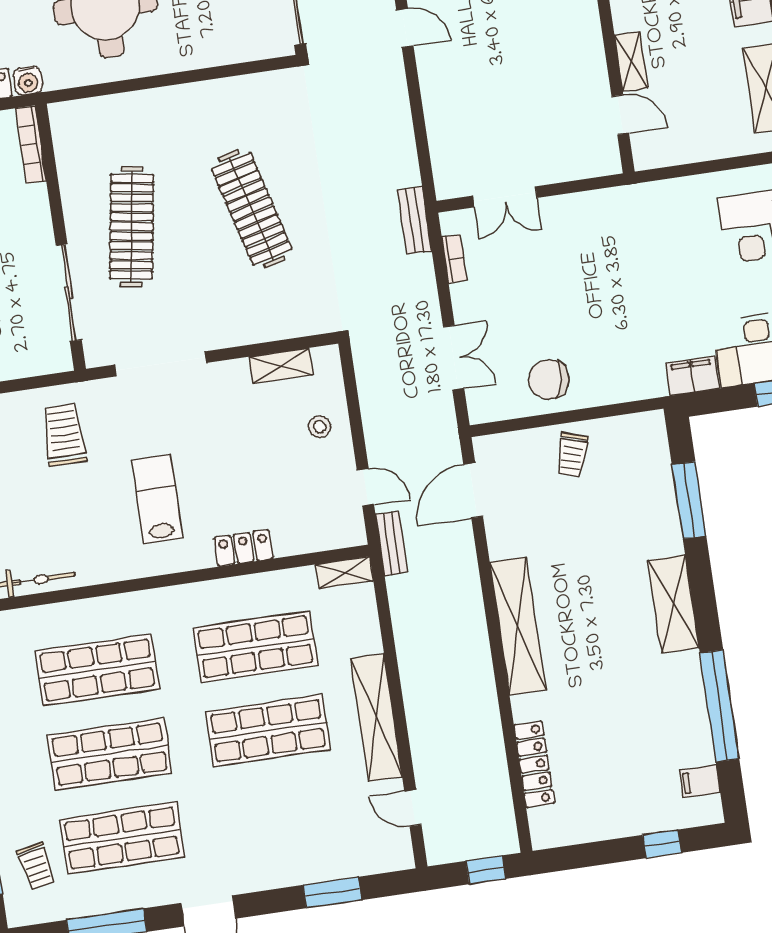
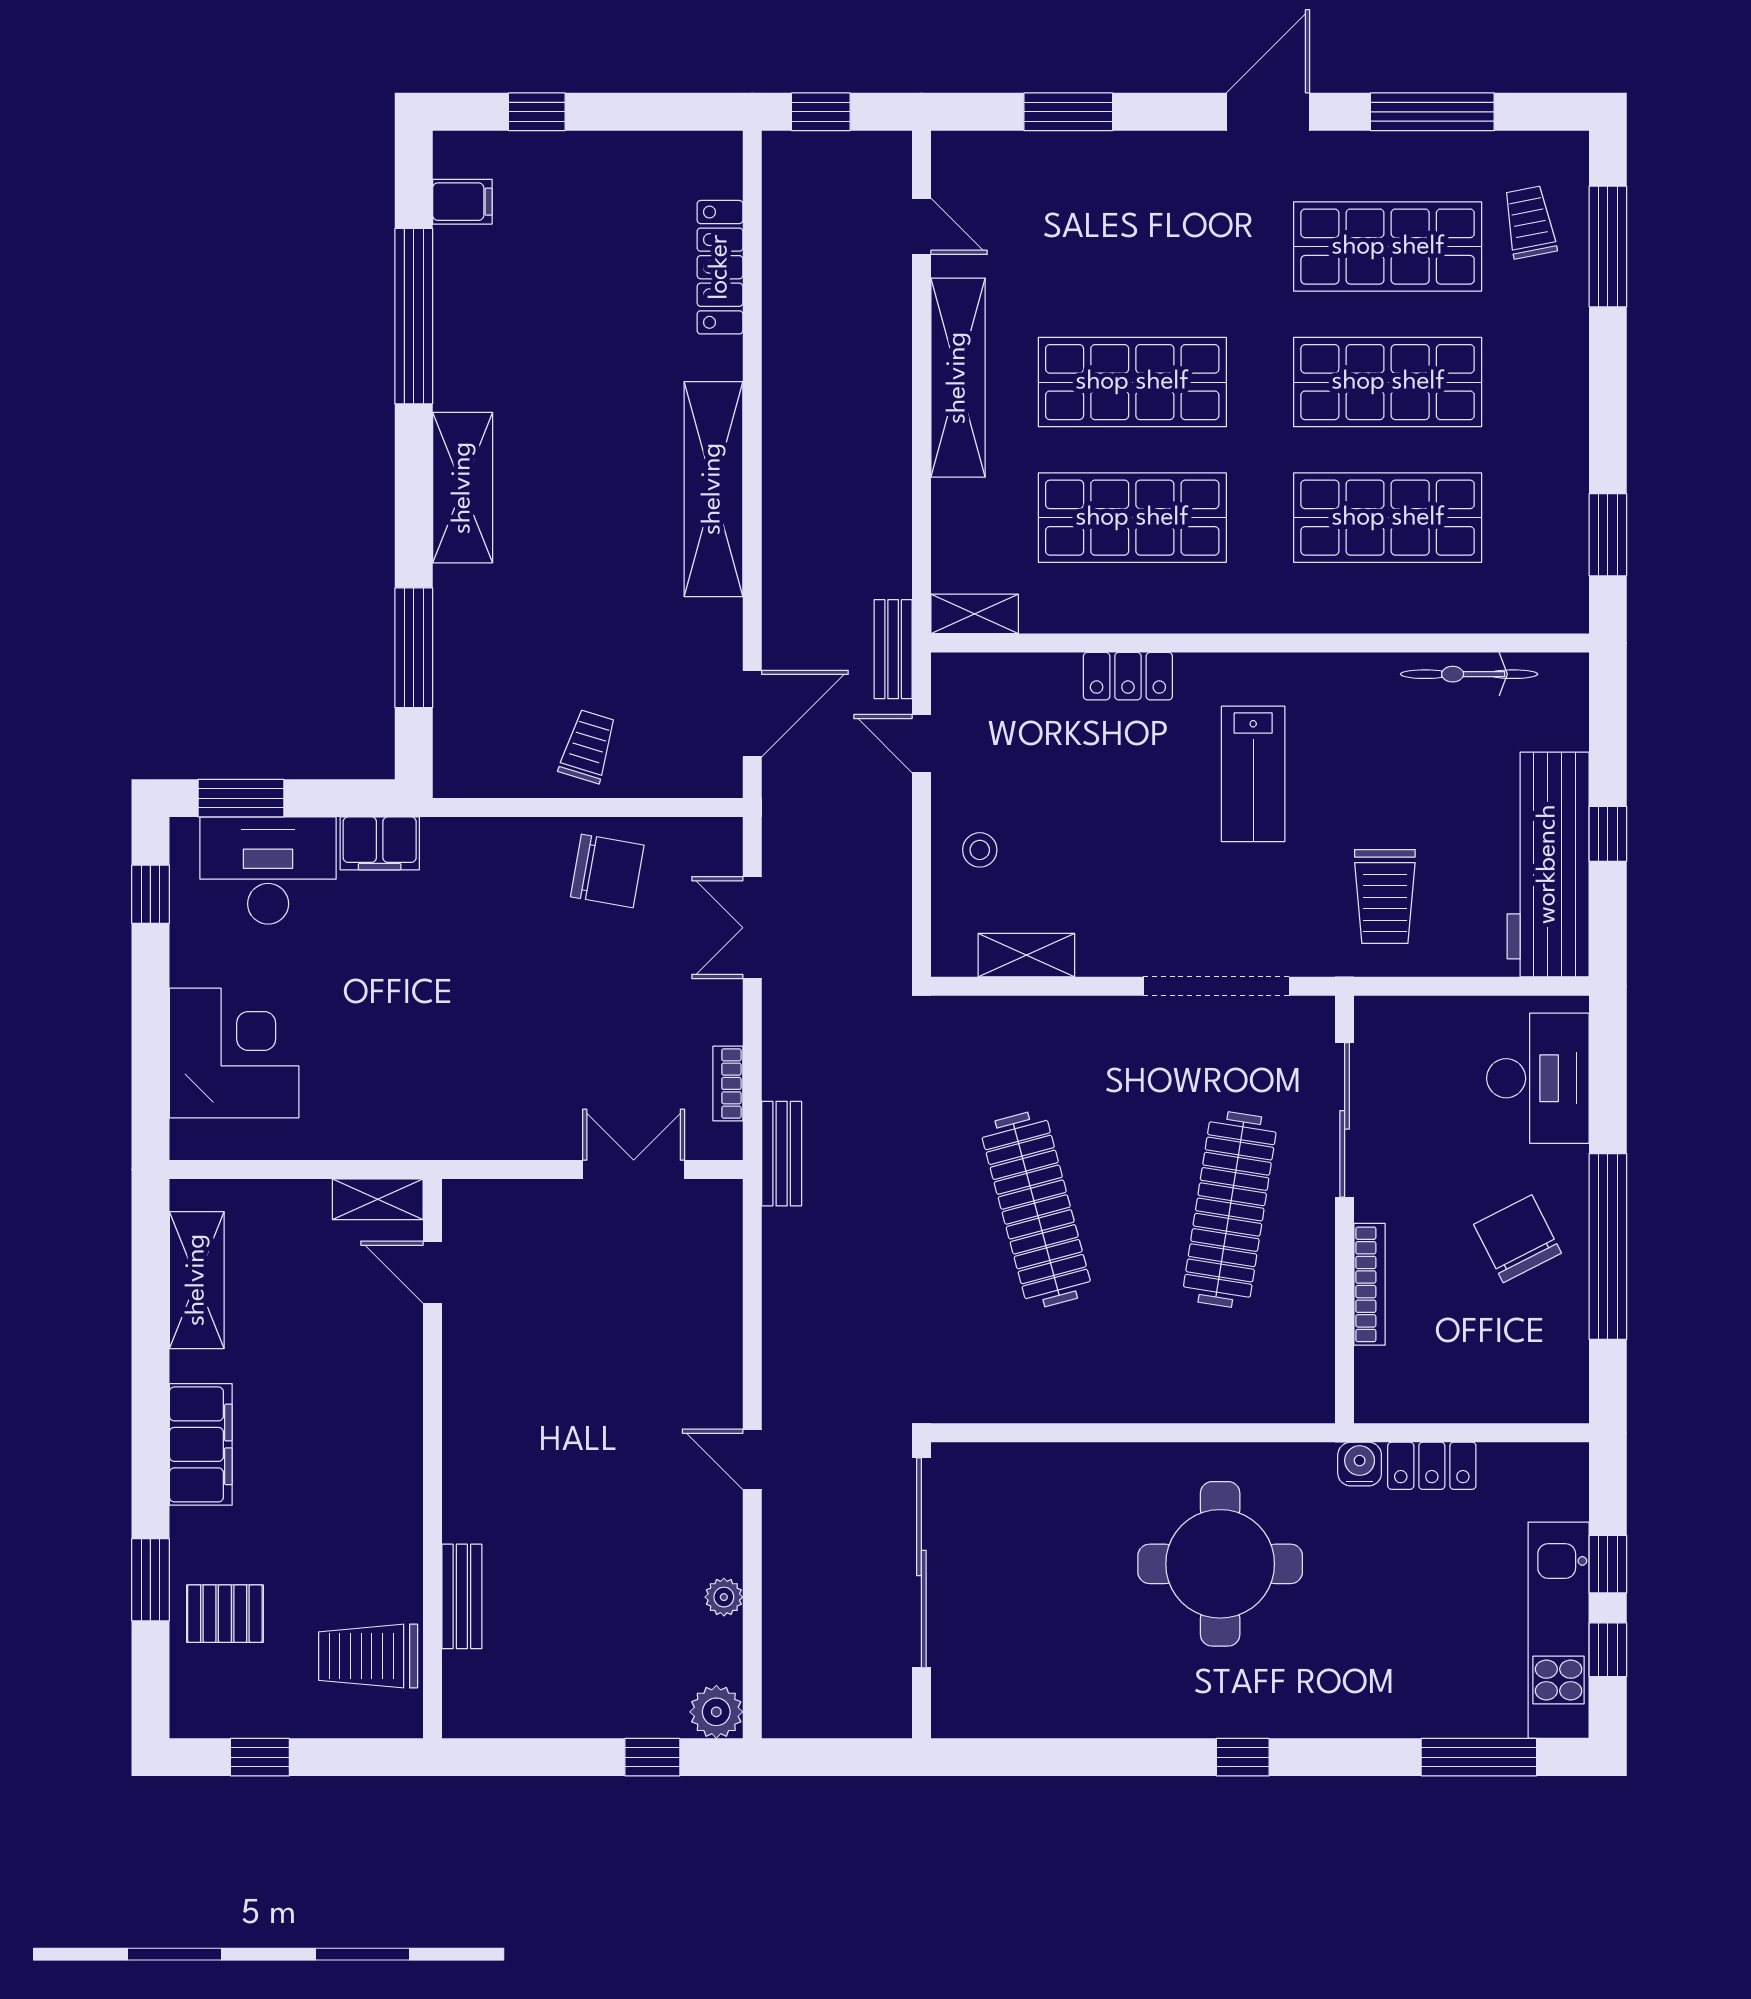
shelving: (631, 62) -> (378, 1199), moved, turned 90
bookcase: (31, 145) -> (1370, 1284), moved

